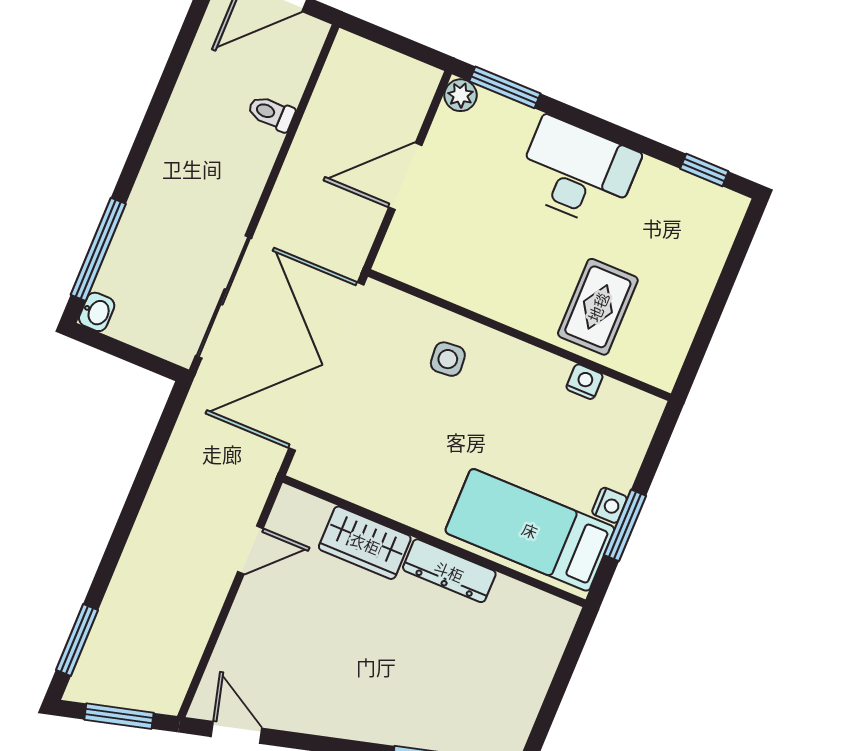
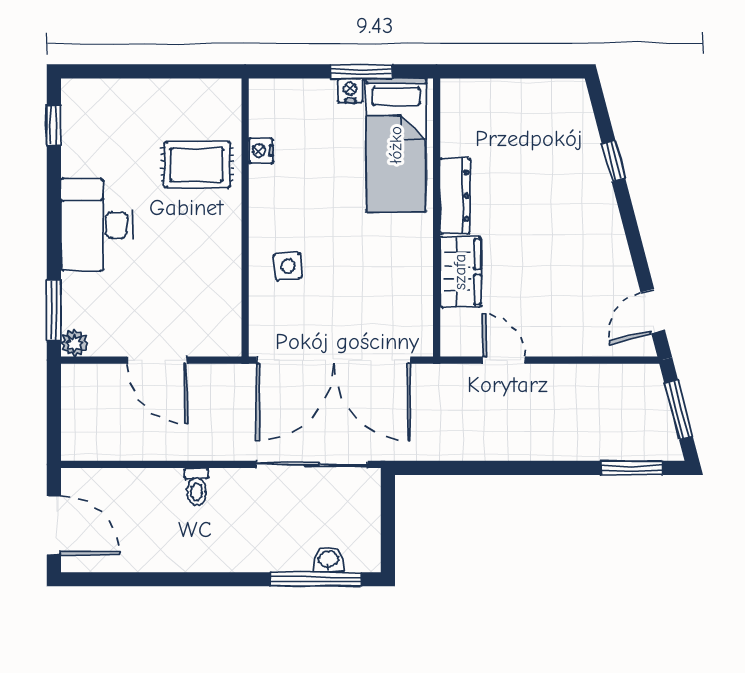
toilet: (271, 113) -> (197, 487), moved
washbasin: (97, 312) -> (328, 560), moved

